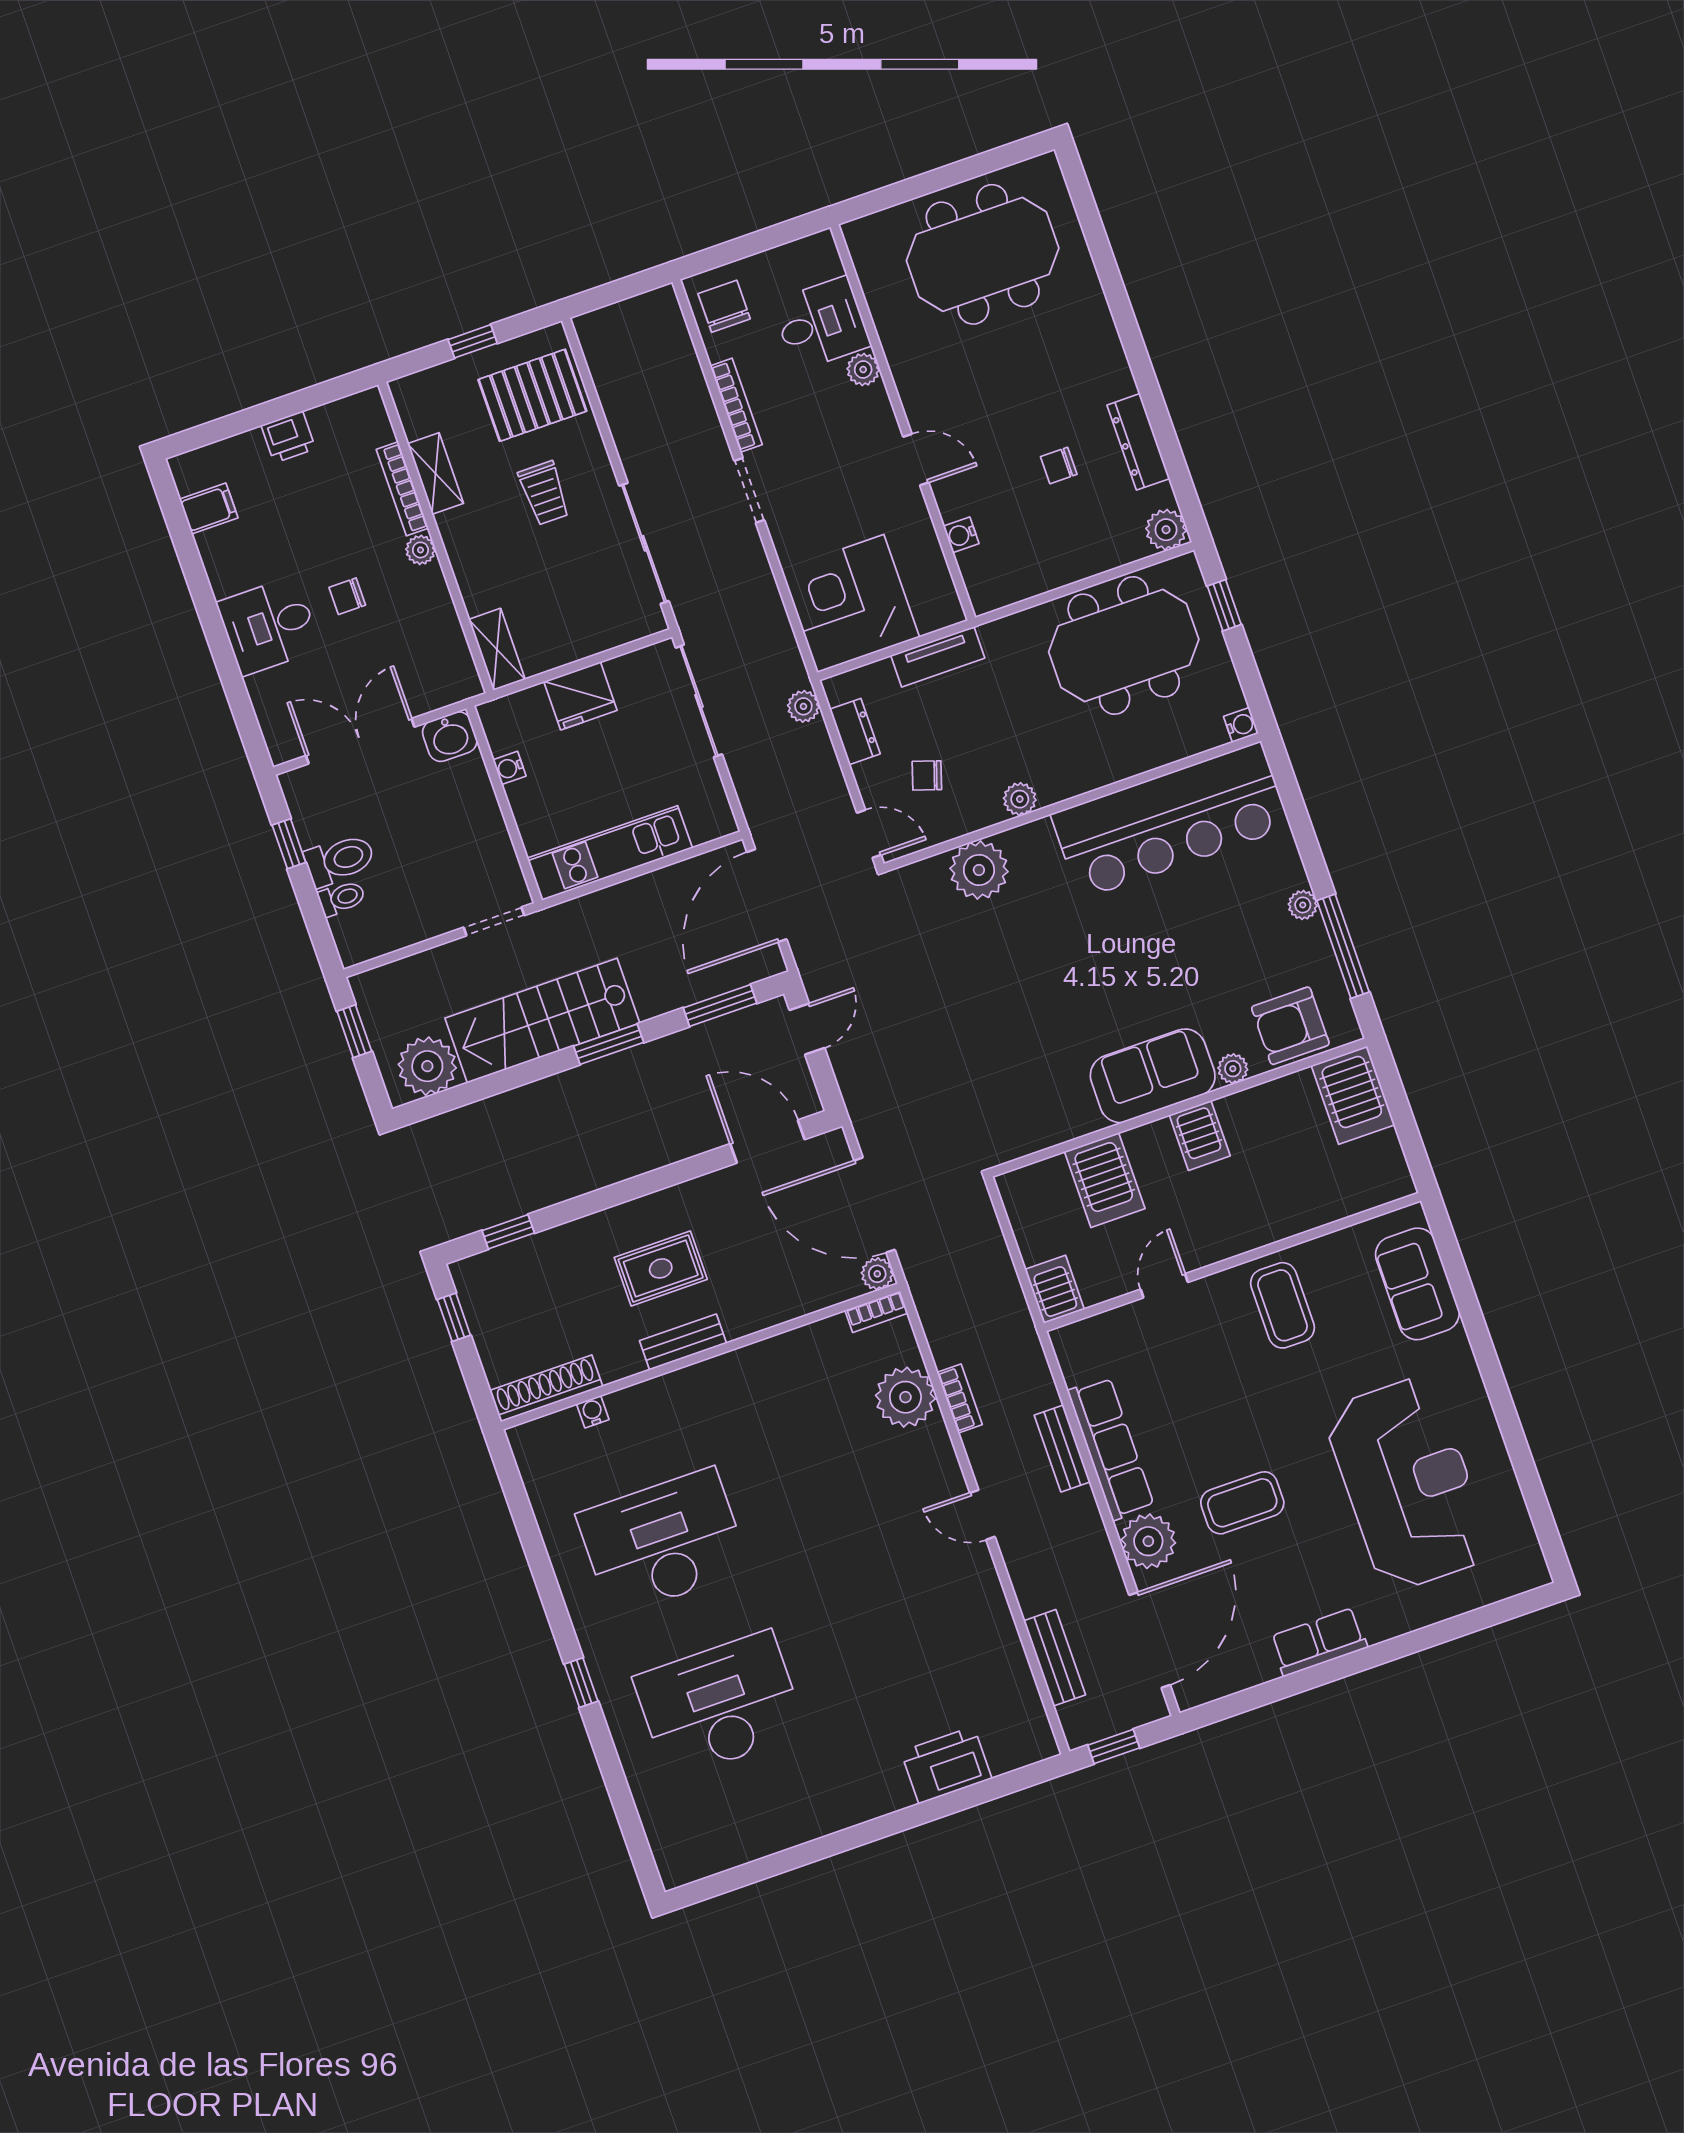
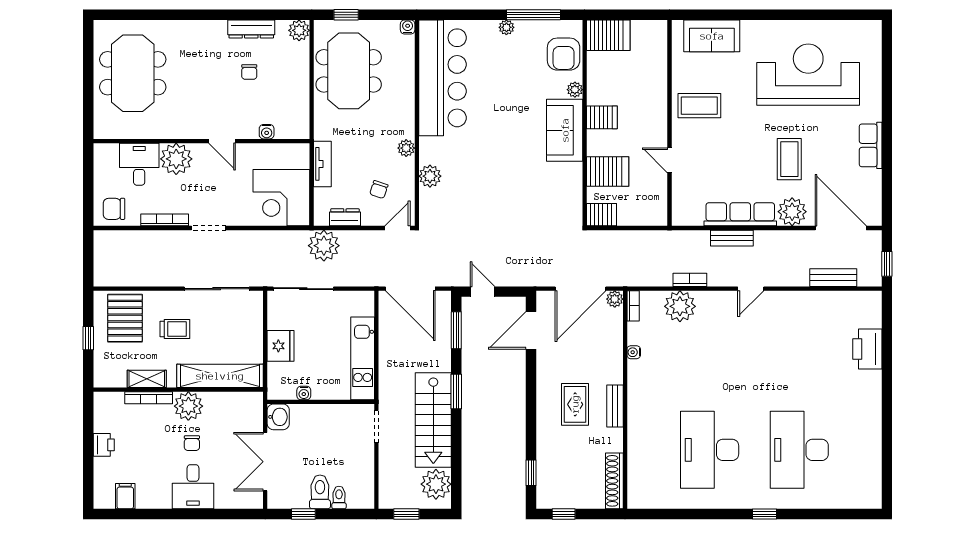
plant: (863, 370) -> (176, 159), width x1.87, depth x1.87
door: (916, 460) -> (222, 141), swing flipped
plant: (420, 550) -> (188, 406), width x1.88, depth x1.88
shelving: (497, 649) -> (220, 376), width x2.20, depth x1.33
plant: (803, 706) -> (324, 246), width x1.87, depth x1.87
plant: (979, 870) -> (430, 176), width x0.73, depth x0.73
server rack: (1055, 1289) -> (602, 215), moved, turned 180
water cooler: (593, 1412) -> (634, 352), moved

